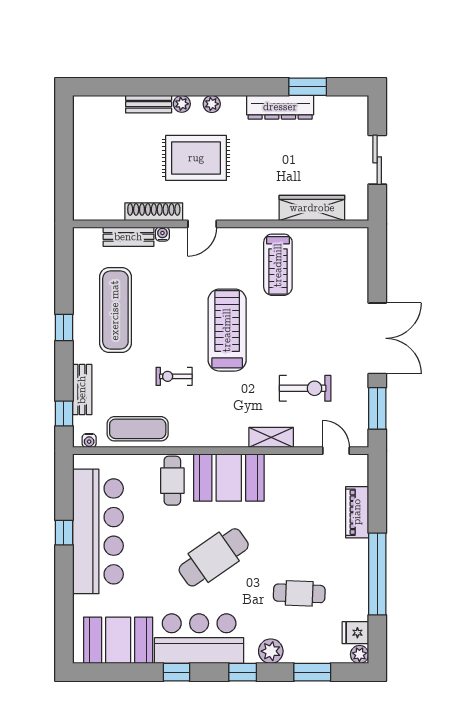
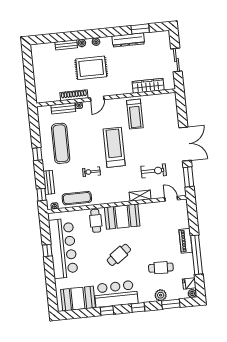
piano: (357, 512) -> (186, 241), moved
cafe table: (214, 557) -> (119, 255), width x0.73, depth x0.74
plant: (271, 651) -> (161, 295), moved

